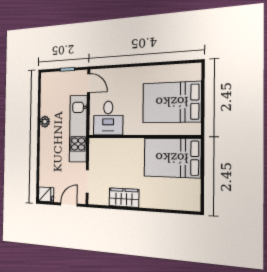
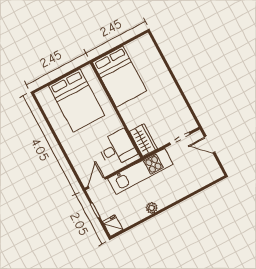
fridge: (46, 194) -> (113, 225), moved
wardrobe: (124, 198) -> (143, 140), moved, turned 180

